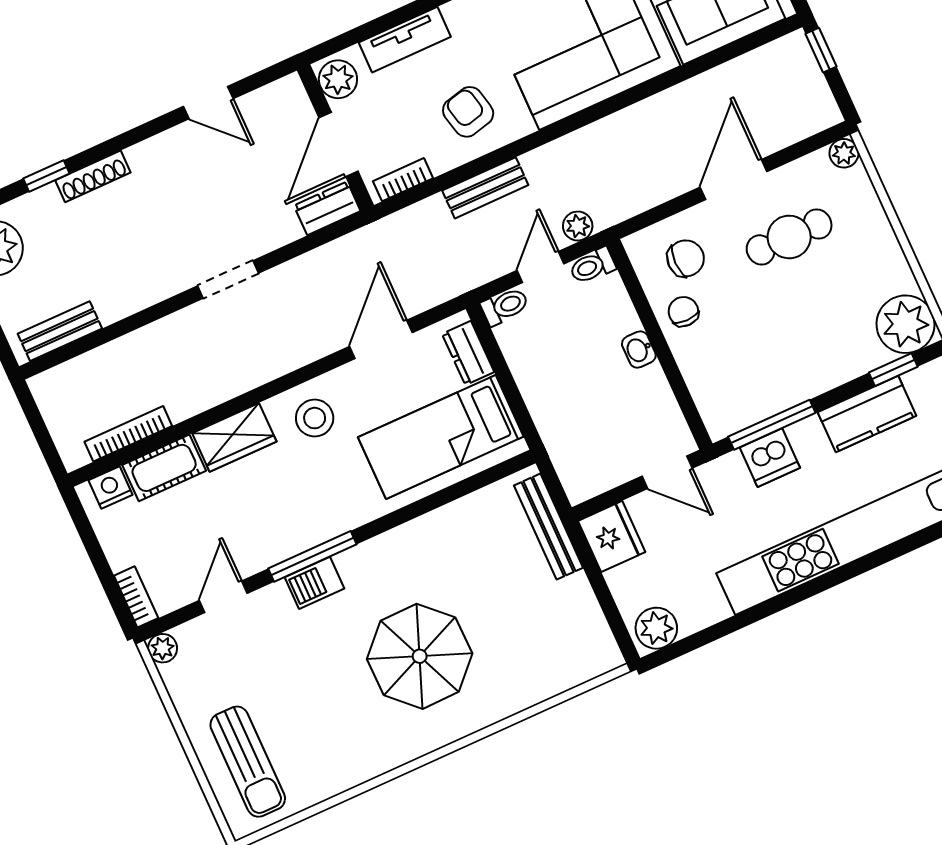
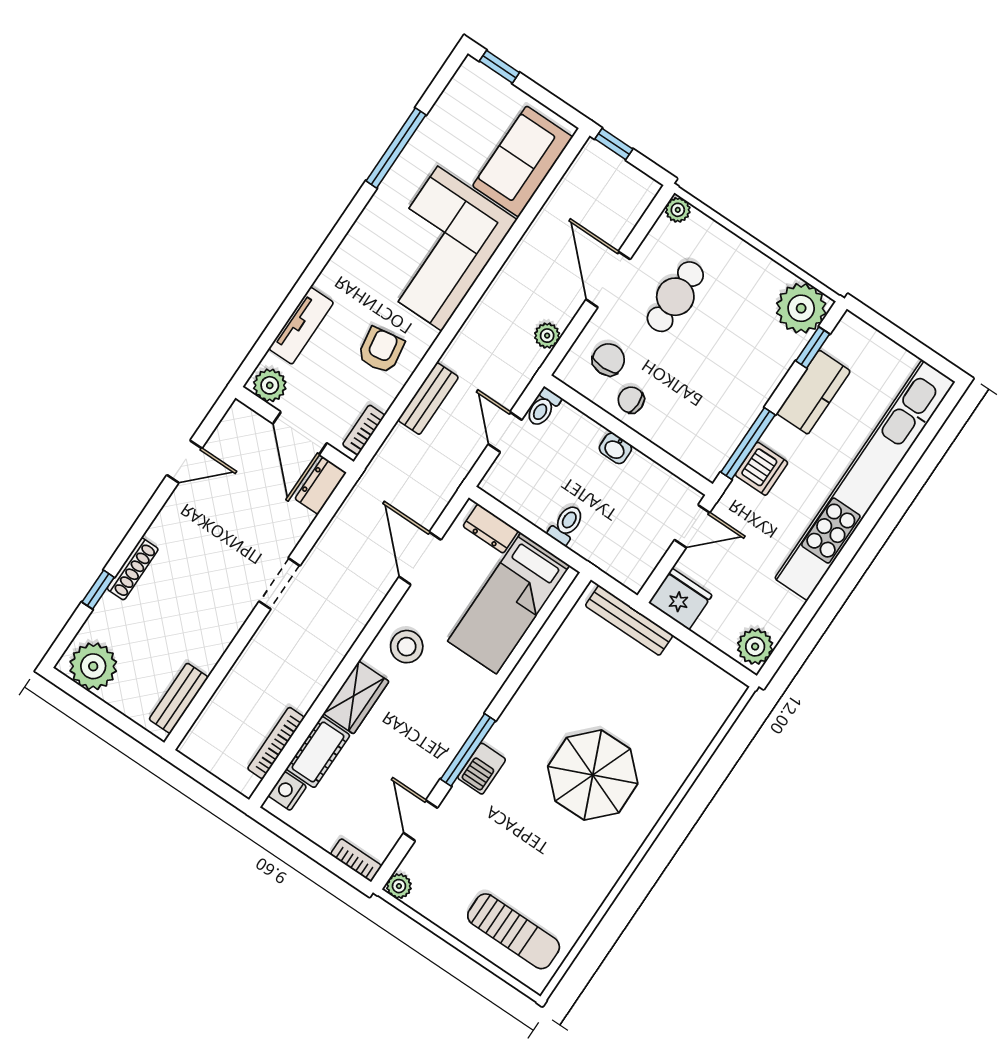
armchair: (468, 112) -> (381, 350), turned 94
plant: (578, 226) -> (547, 336), moved
toilet: (505, 306) -> (566, 524), moved

